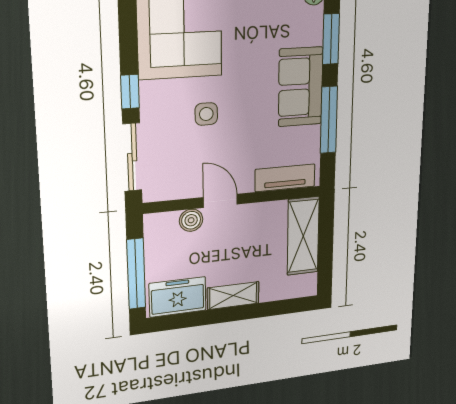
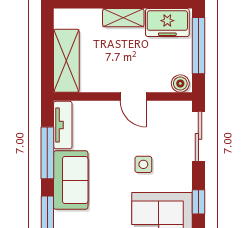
window: (130, 92) -> (198, 202), moved
tv unit: (285, 178) -> (63, 125), moved, turned -90
boiler: (191, 220) -> (180, 83), moved

